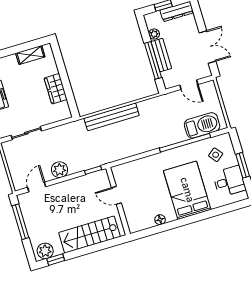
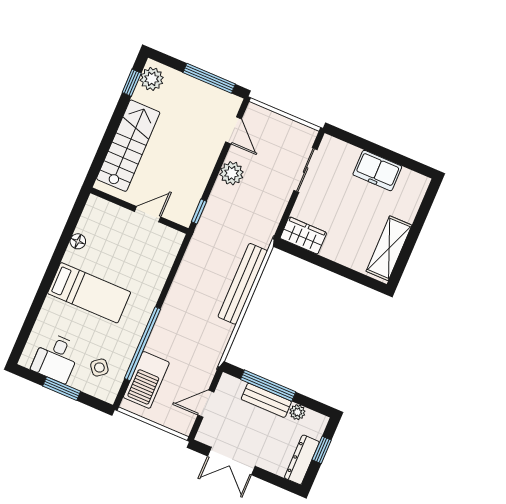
shelving: (30, 55) -> (389, 248), width x1.50, depth x1.33
wardrobe: (56, 89) -> (303, 235), moved
bed: (187, 190) -> (89, 293), width x0.67

